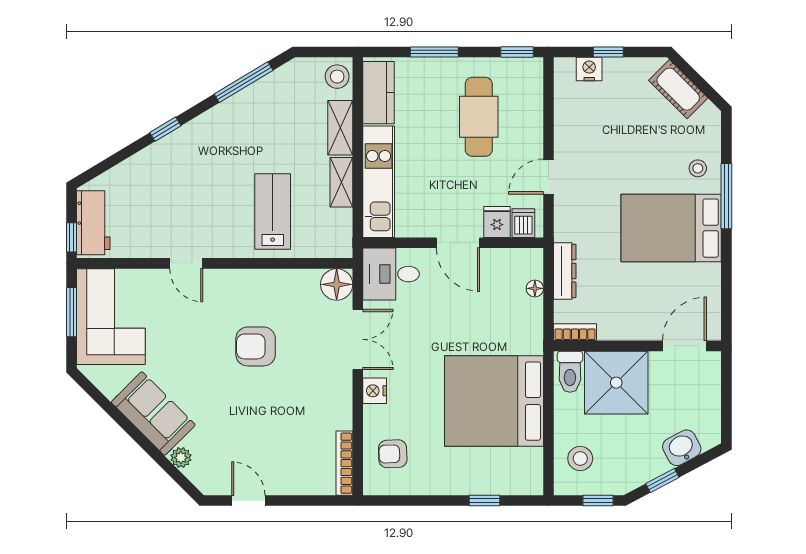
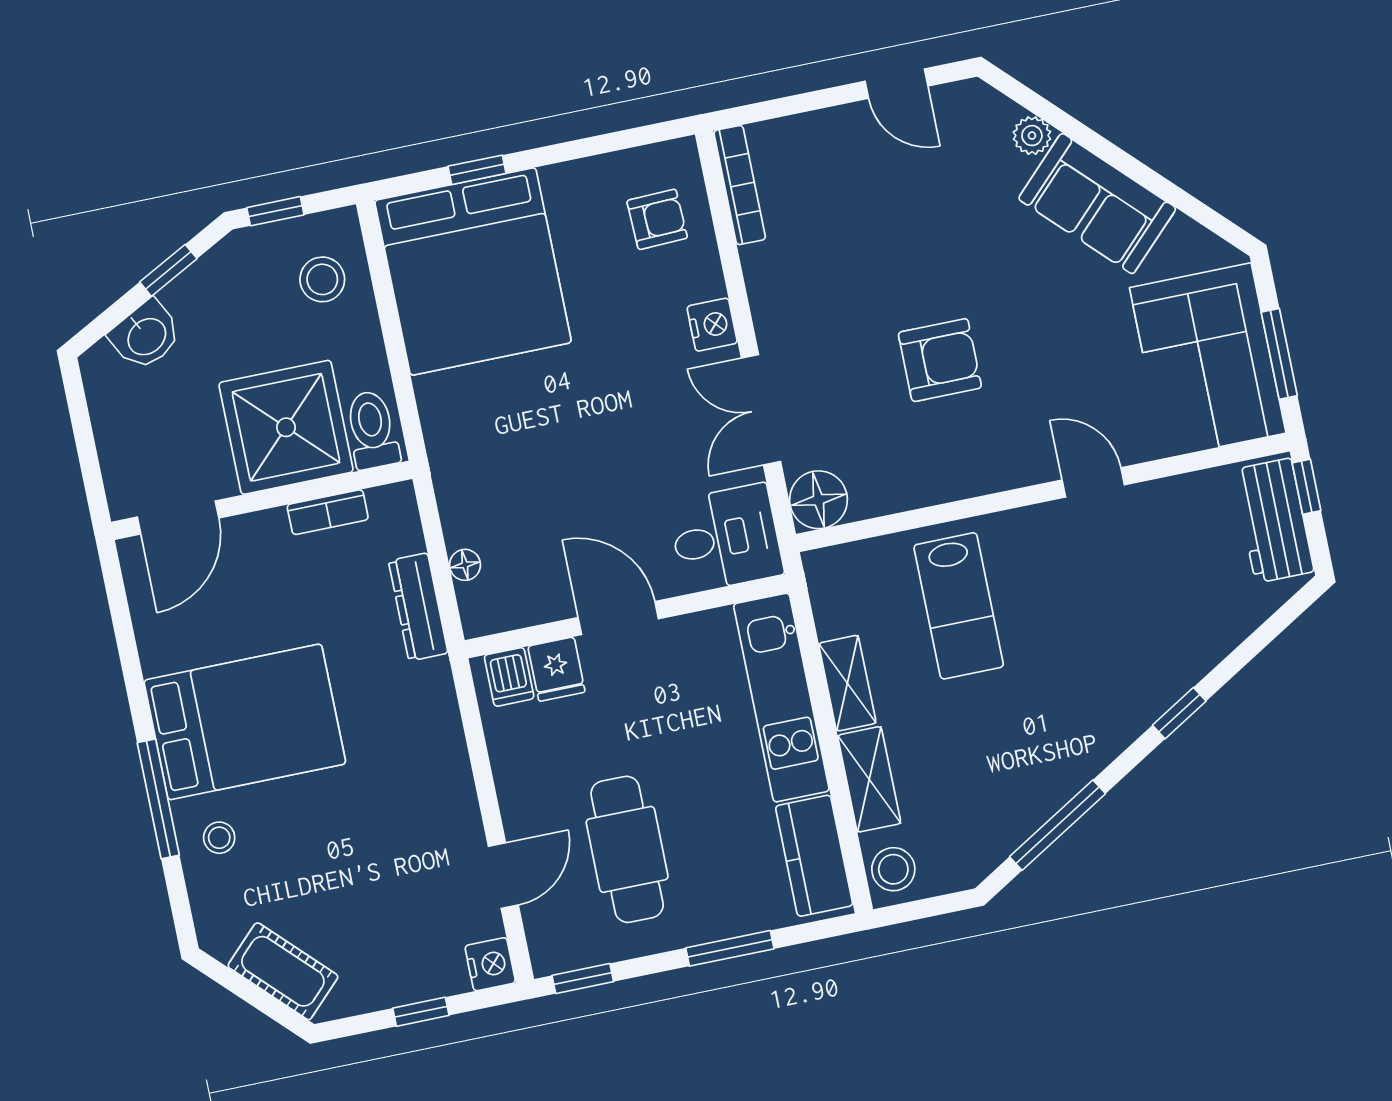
nightstand: (589, 69) -> (490, 964), moved, turned -90
door: (548, 177) -> (503, 876), moved
bookcase: (575, 332) -> (328, 512), moved
bed: (494, 401) -> (473, 271), moved, turned 90

